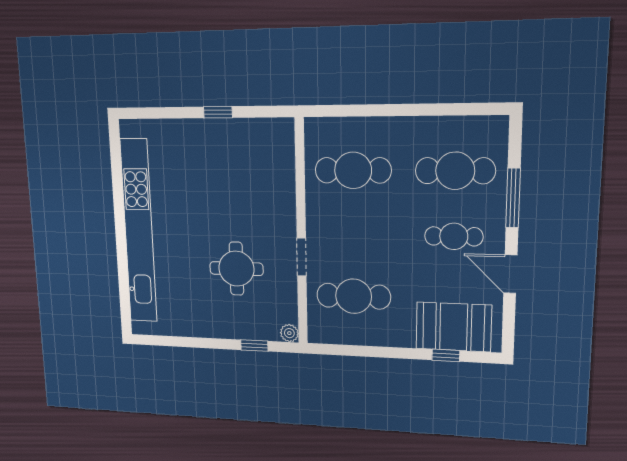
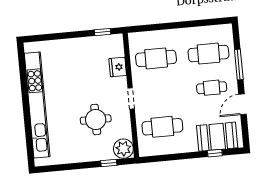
window: (218, 112) -> (102, 32), moved
fridge: (281, 179) -> (118, 67), added
doorway: (302, 257) -> (131, 98), moved
door: (510, 274) -> (242, 104), hinge flipped
plant: (289, 333) -> (123, 149), width x1.88, depth x1.88

